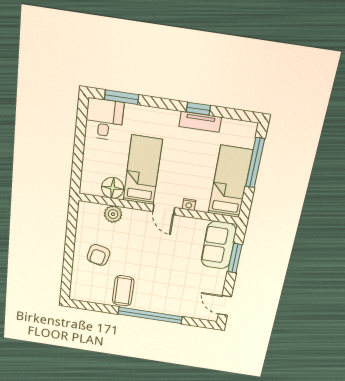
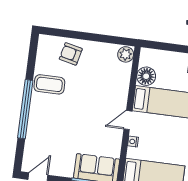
plant: (113, 214) -> (126, 54), moved
armchair: (98, 255) -> (71, 54), moved

